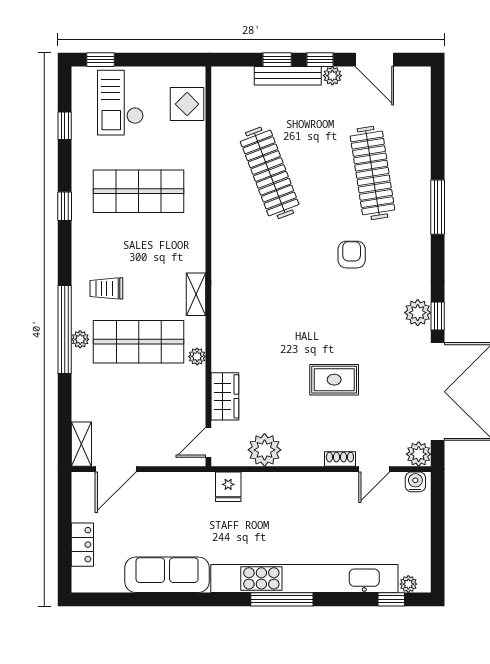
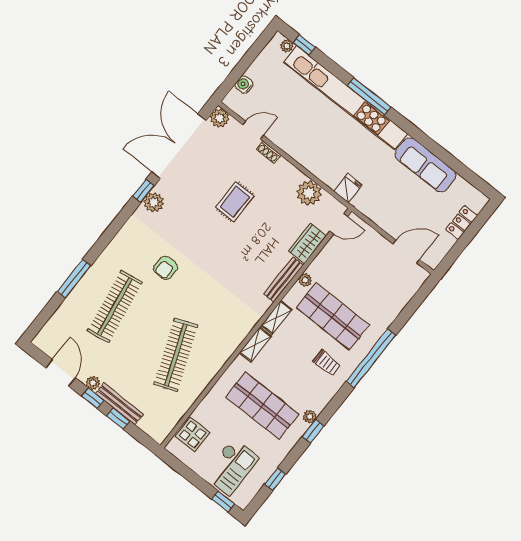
window: (438, 207) -> (74, 279), moved
plant: (80, 339) -> (310, 417), moved
bench: (220, 339) -> (283, 280), added
rug: (334, 380) -> (235, 202), turned 90
shelving: (81, 444) -> (255, 345), moved
water cooler: (415, 482) -> (244, 85), moved, turned 90

